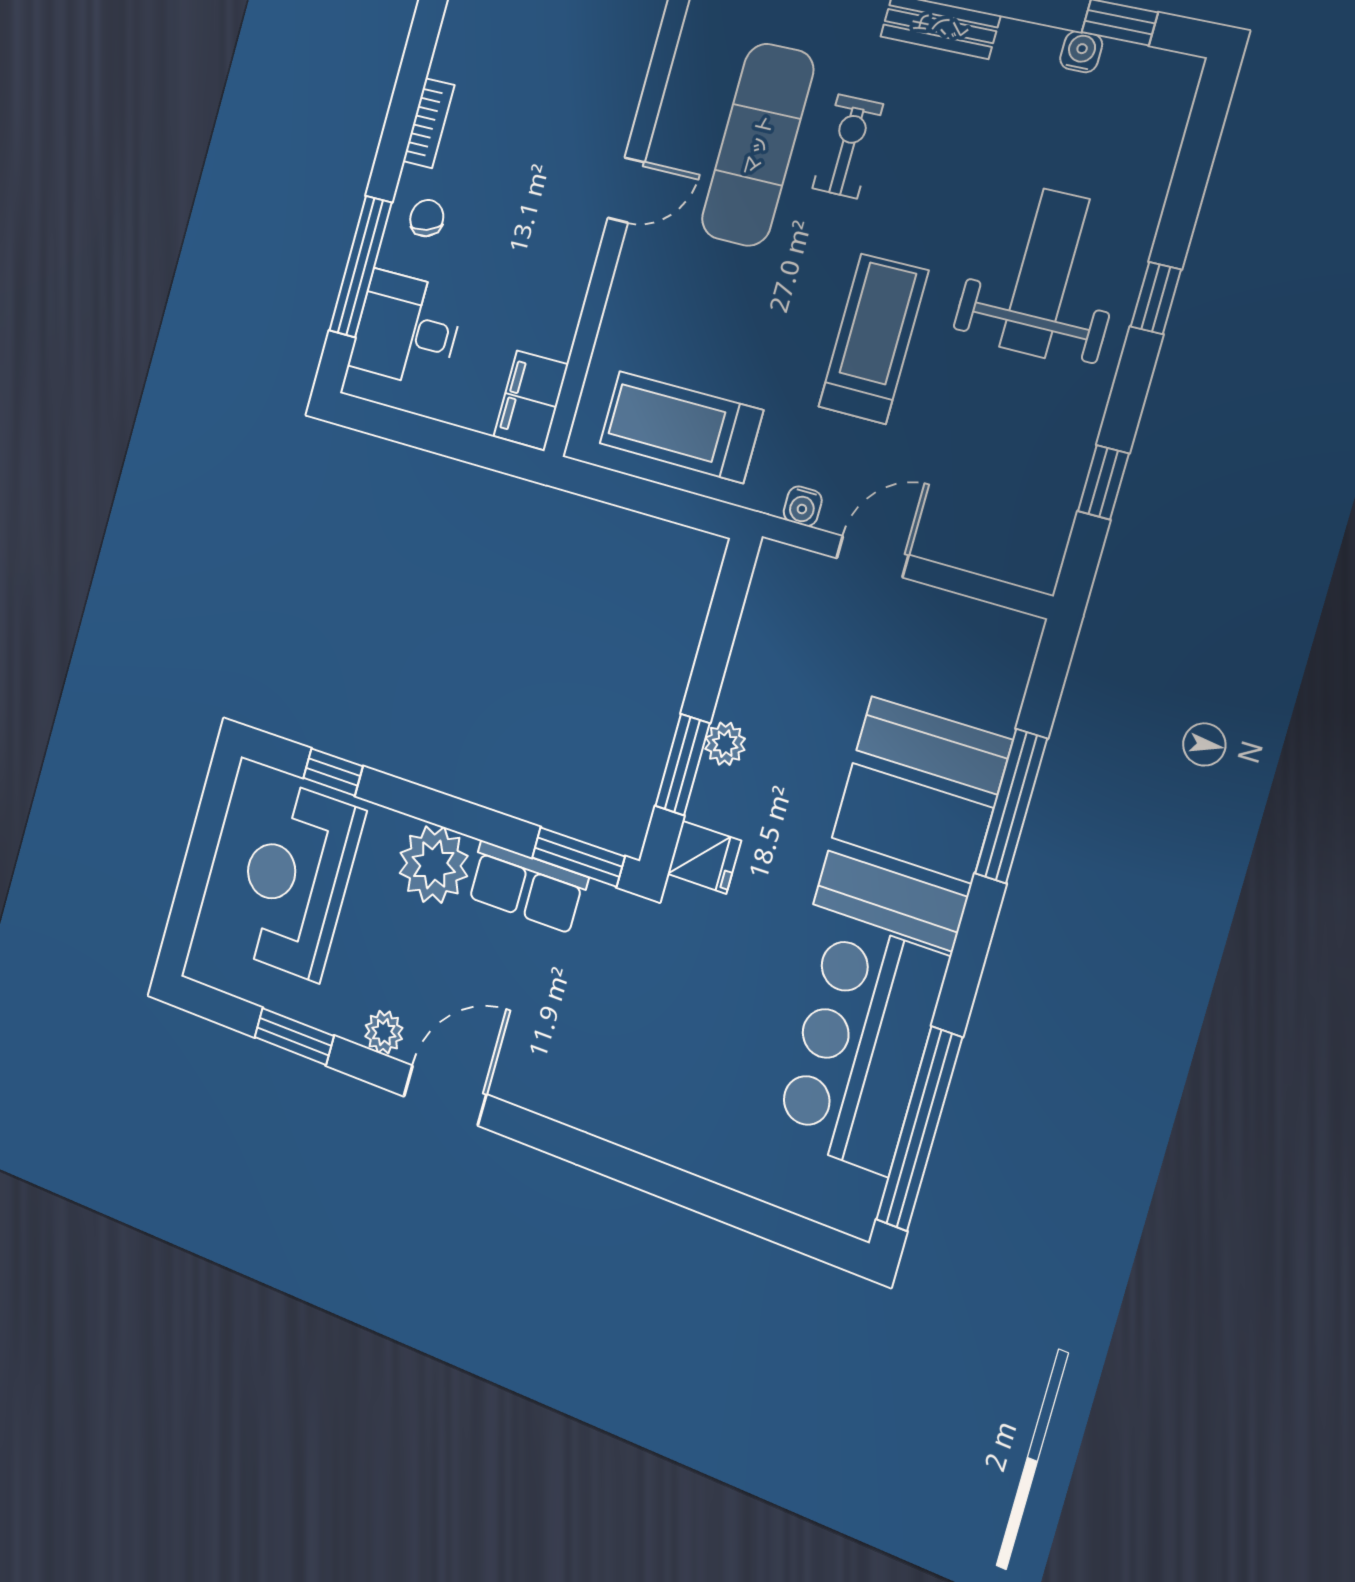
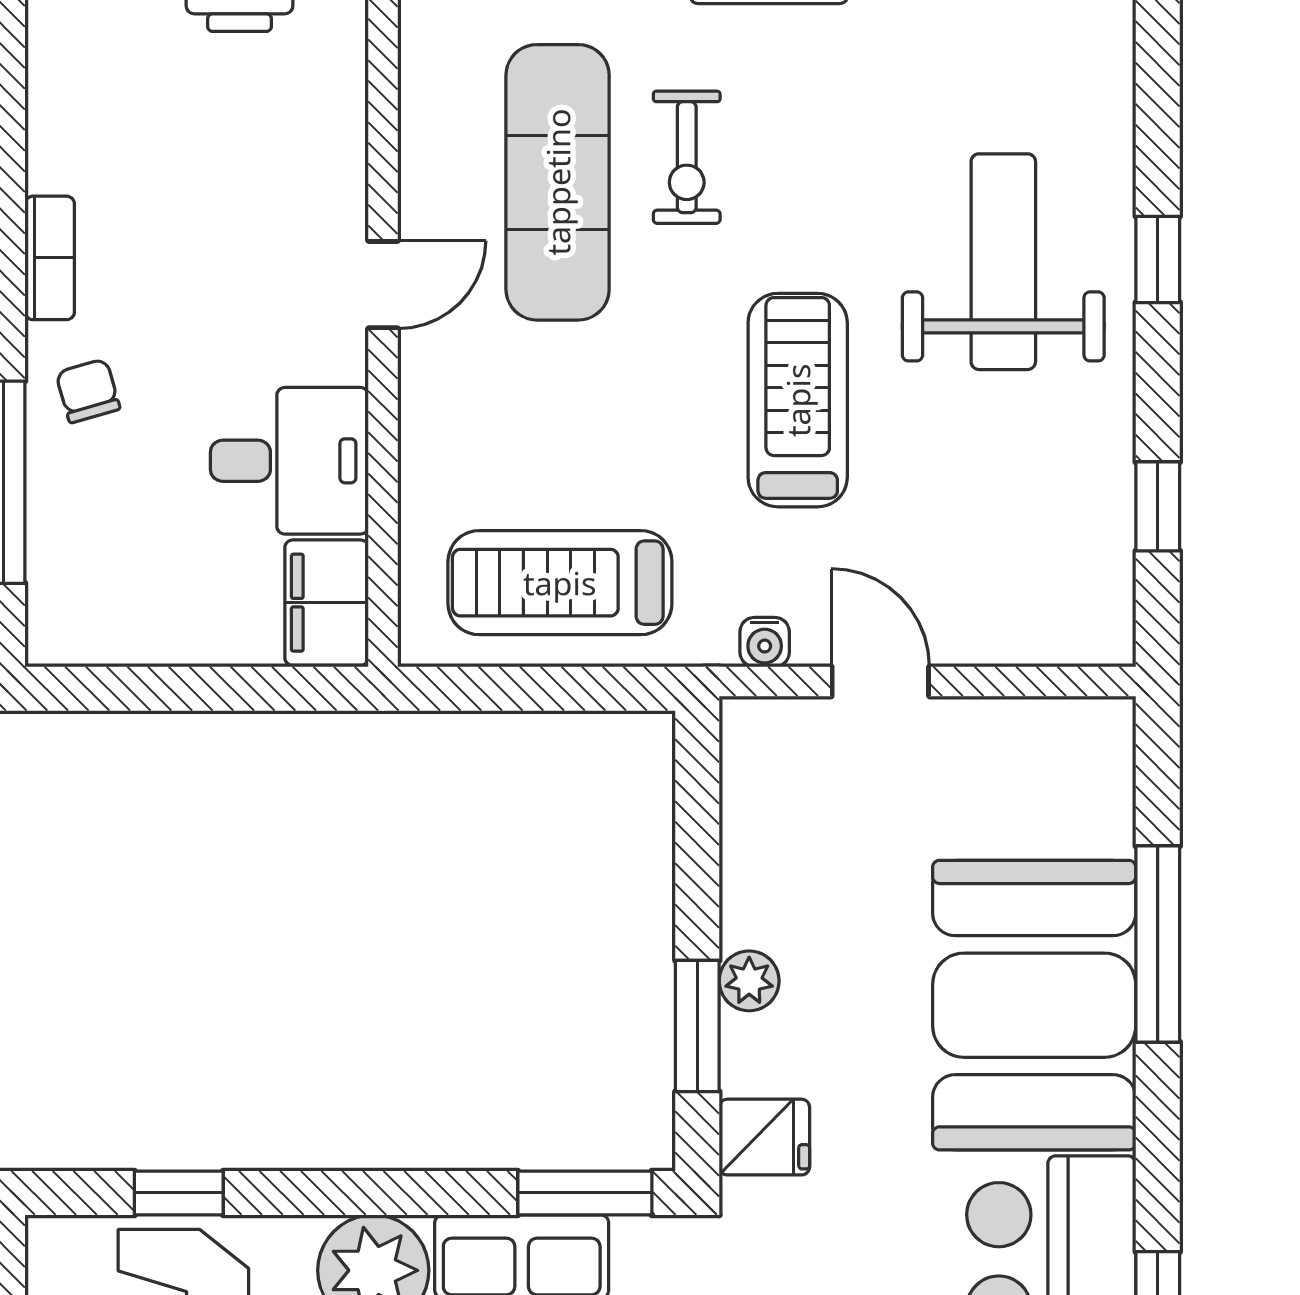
exercise bike: (848, 146) -> (687, 157), turned 180
desk: (407, 329) -> (289, 461), moved, turned 180
door: (873, 557) -> (880, 681), hinge flipped

